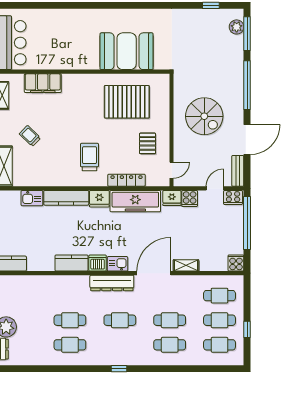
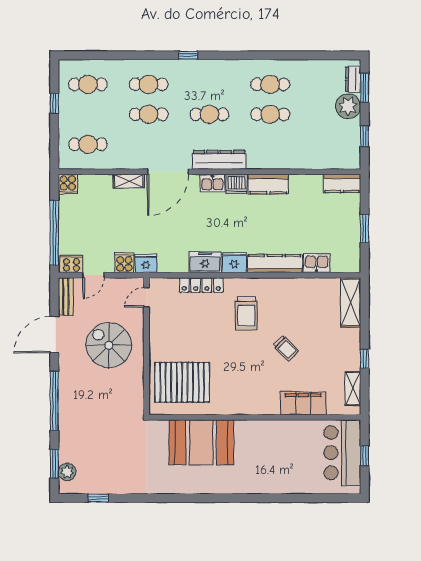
window: (247, 34) -> (54, 464), width x0.69
pallet: (127, 102) -> (182, 382), moved
spiral stairs: (204, 116) -> (109, 345), moved
trolley: (30, 136) -> (286, 348), moved
pallet: (148, 143) -> (176, 330), removed
freezer: (135, 201) -> (205, 262), width x0.52, depth x0.79
cafe table: (219, 320) -> (88, 114), removed
window: (119, 369) -> (188, 55), moved

